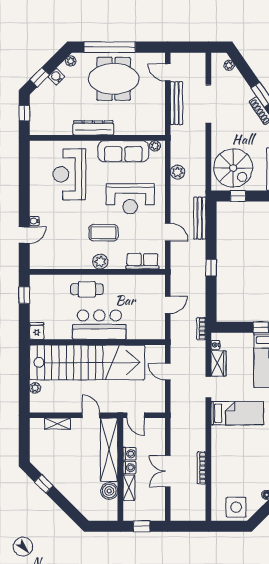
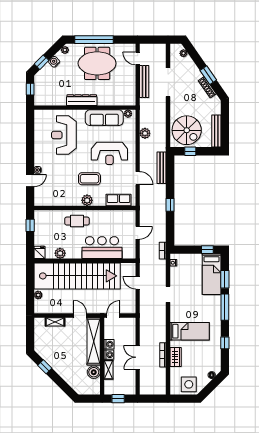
bar counter: (99, 325) -> (102, 248), moved
plant: (64, 332) -> (60, 253), added
wardrobe: (218, 363) -> (176, 357), moved
bed: (237, 413) -> (190, 331), moved
door: (136, 415) -> (113, 315), swing flipped

